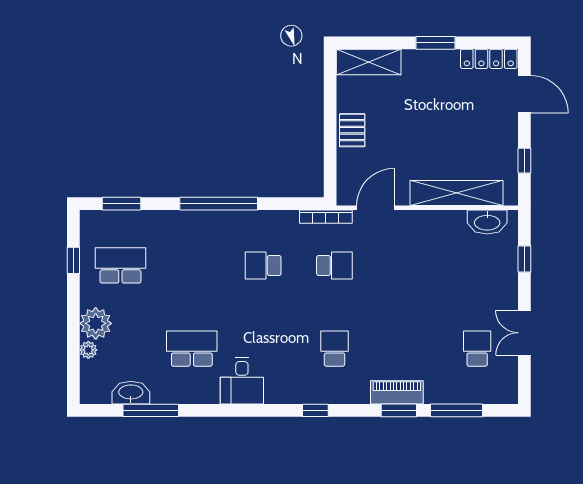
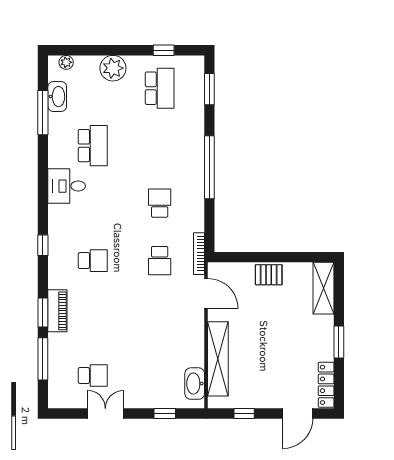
plant: (88, 350) -> (66, 62), moved

